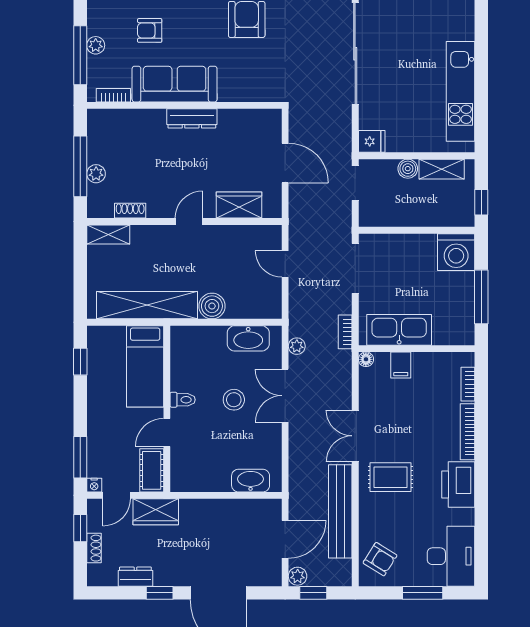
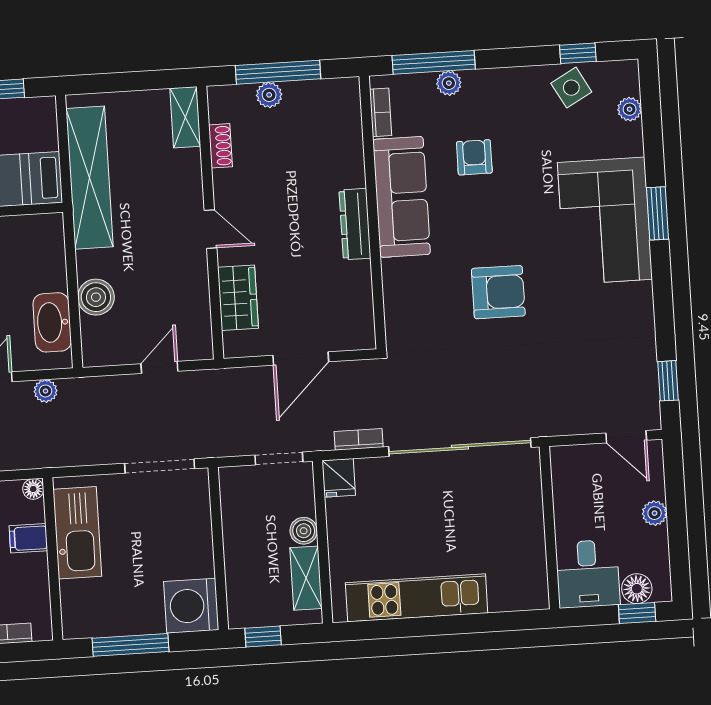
boiler: (212, 306) -> (96, 297), moved
bookcase: (345, 332) -> (359, 439), moved

